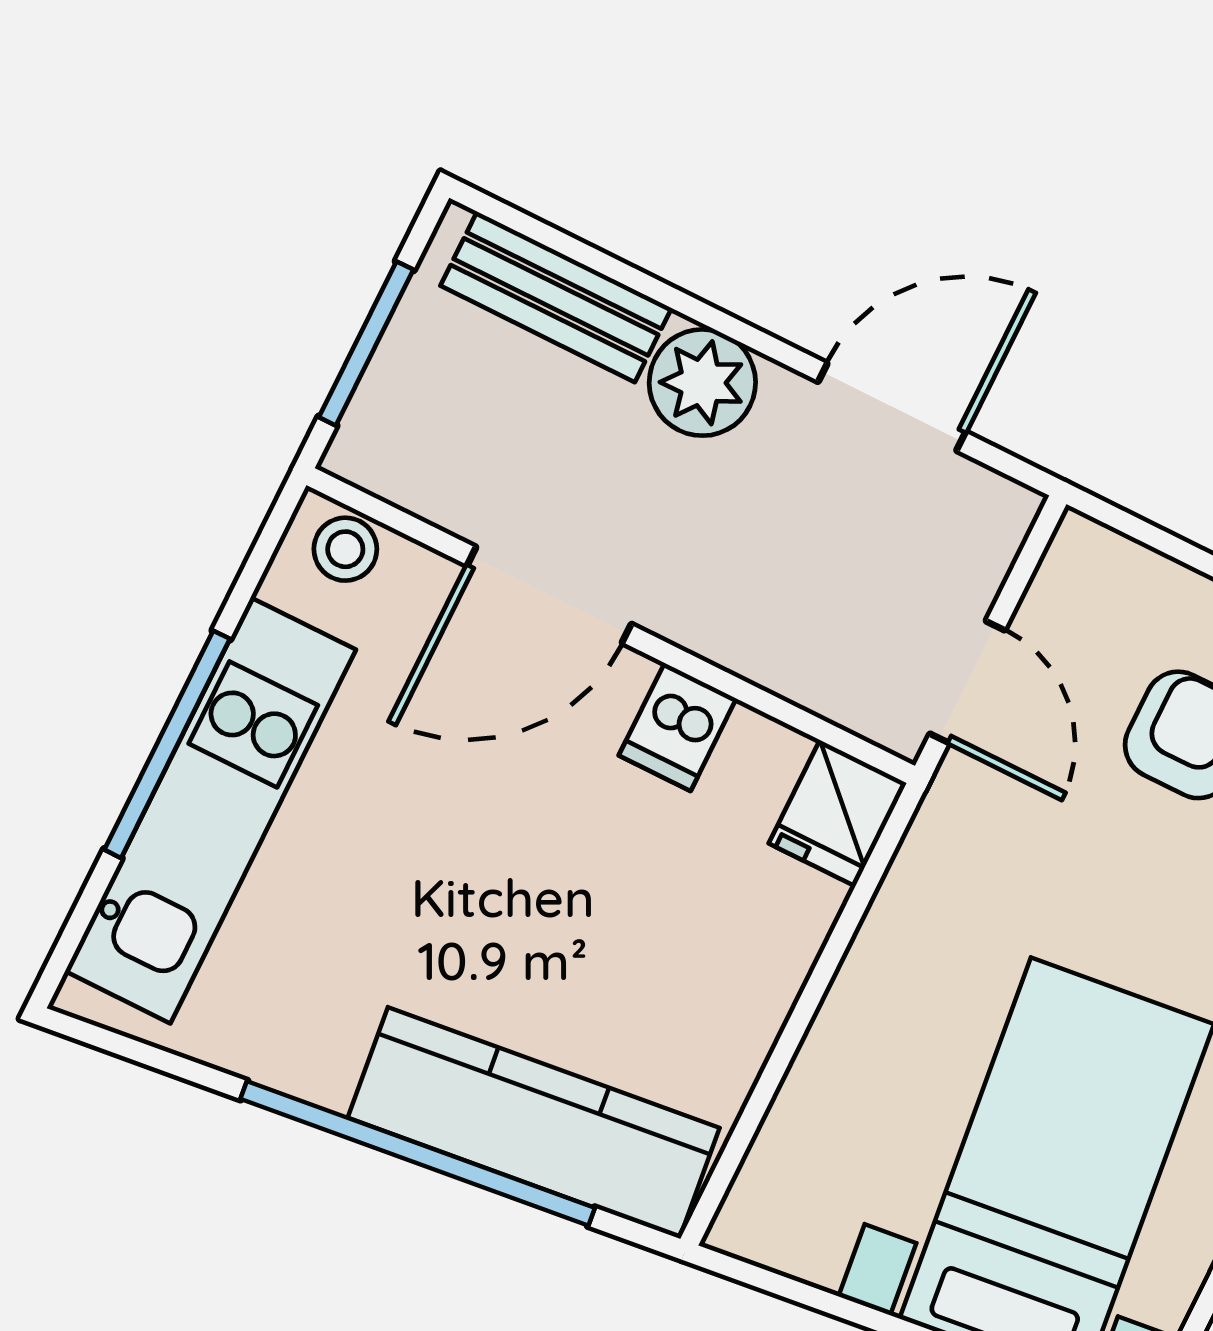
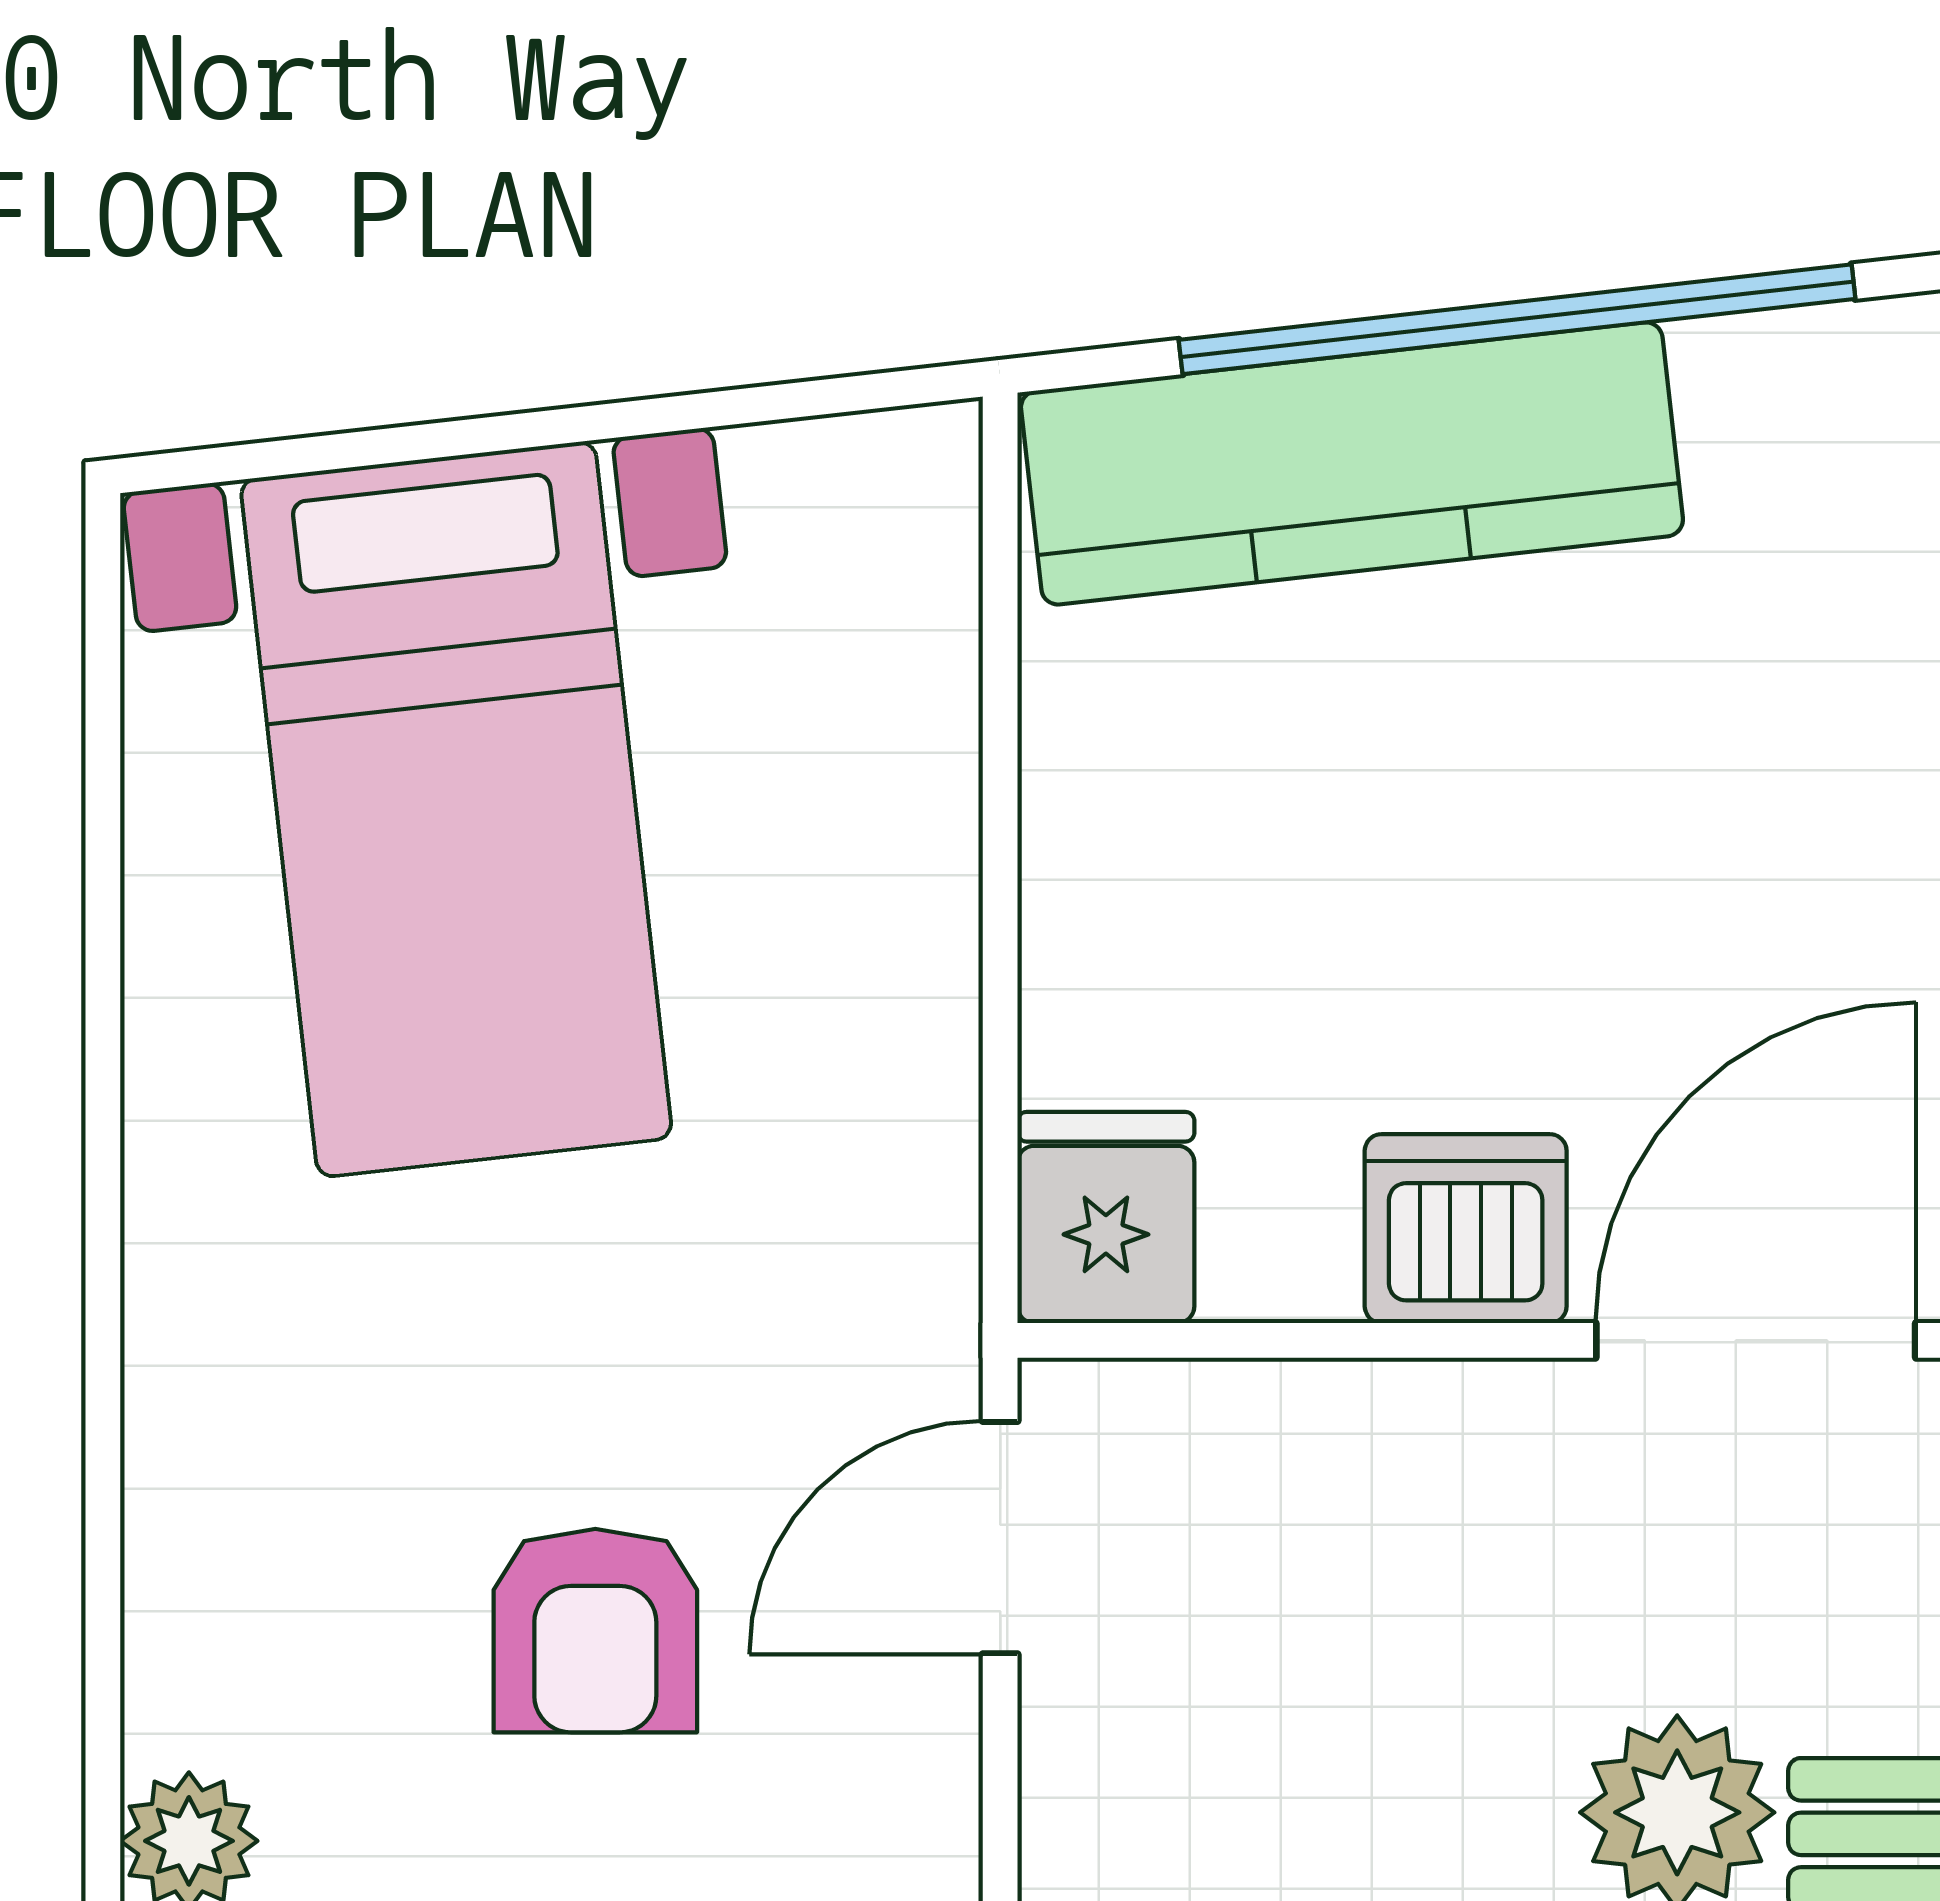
door: (967, 682) -> (1000, 1538), hinge flipped
dishwasher: (678, 727) -> (1466, 1229), width x1.38

